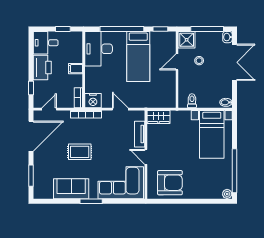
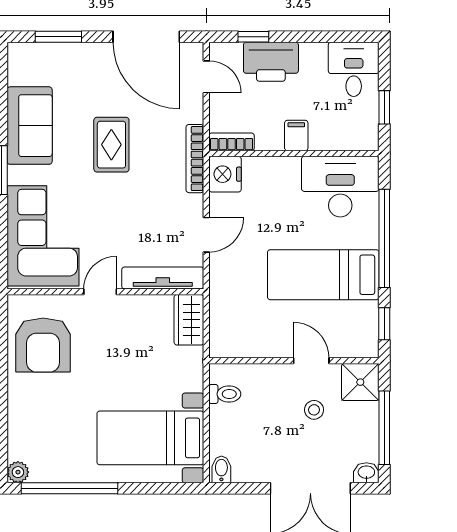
printer: (42, 67) -> (271, 62), moved
tv unit: (140, 134) -> (163, 278), width x1.41

